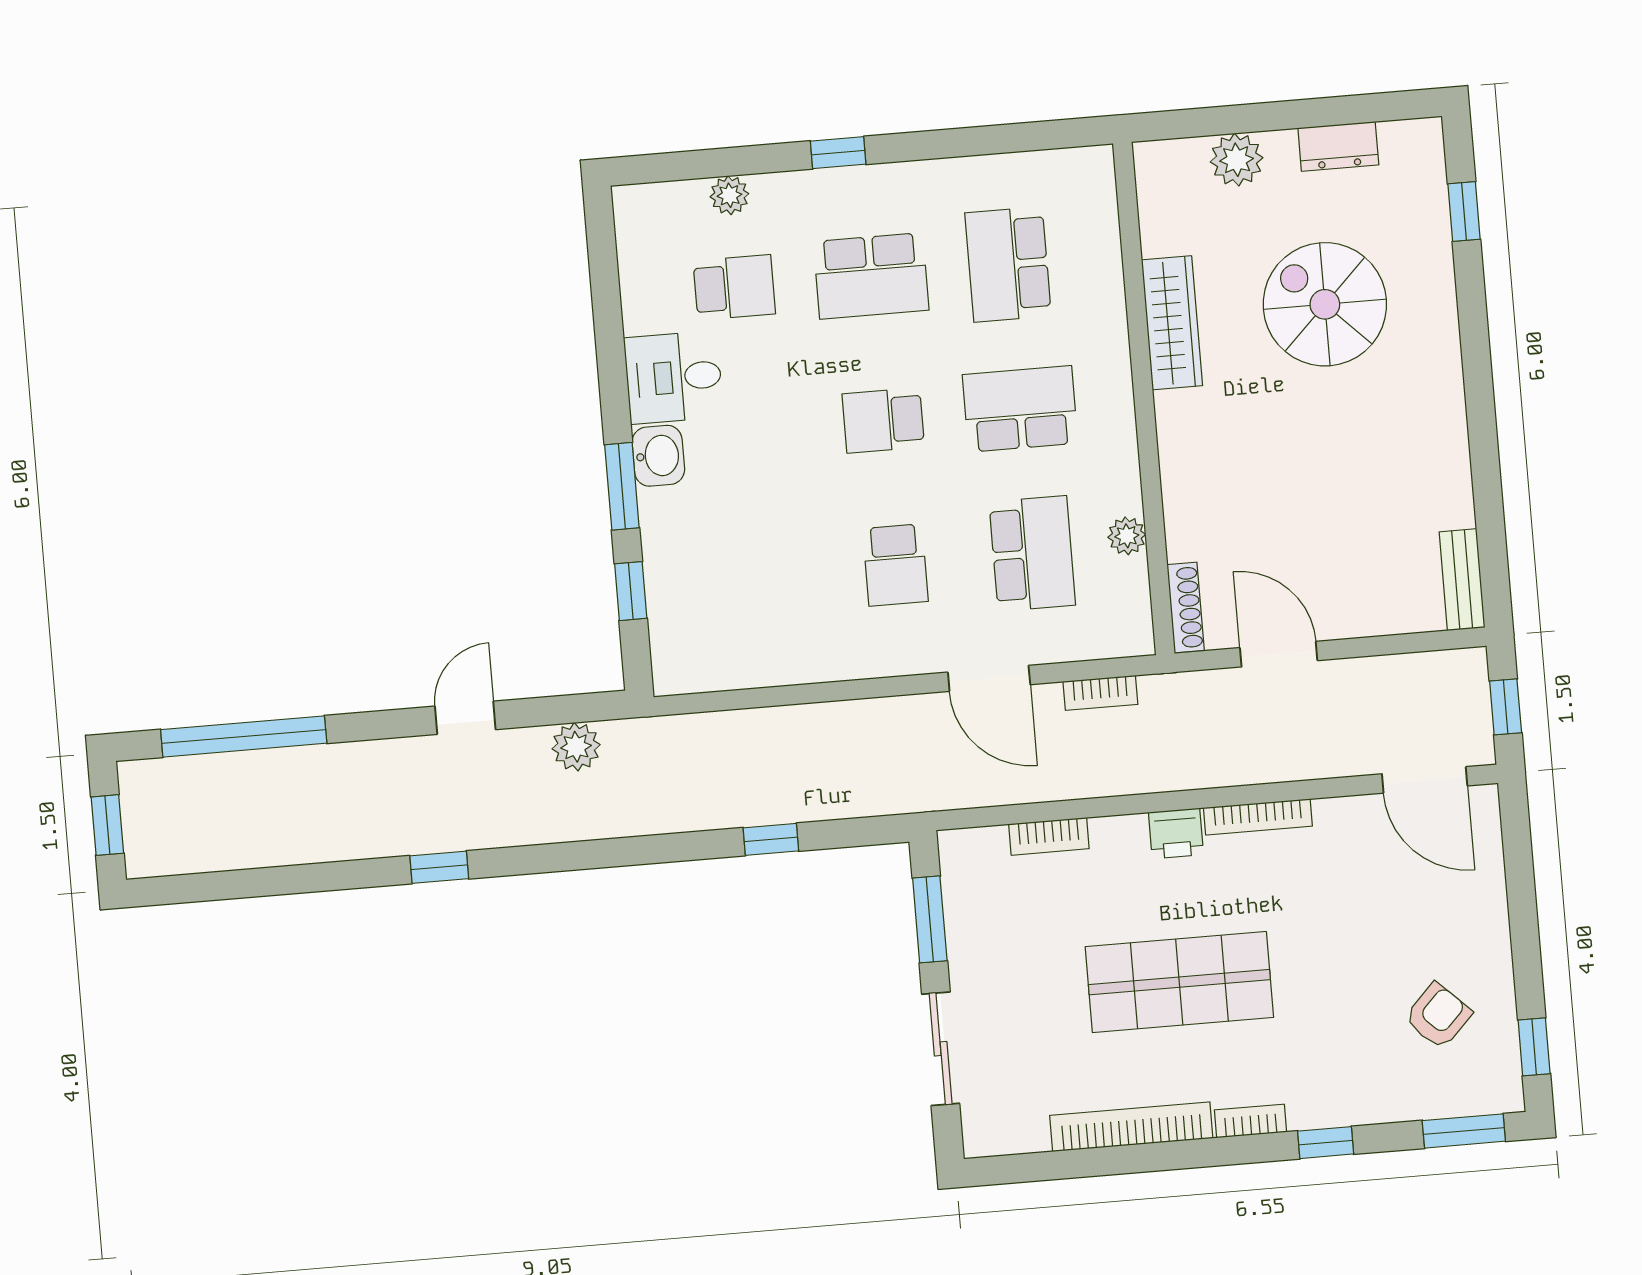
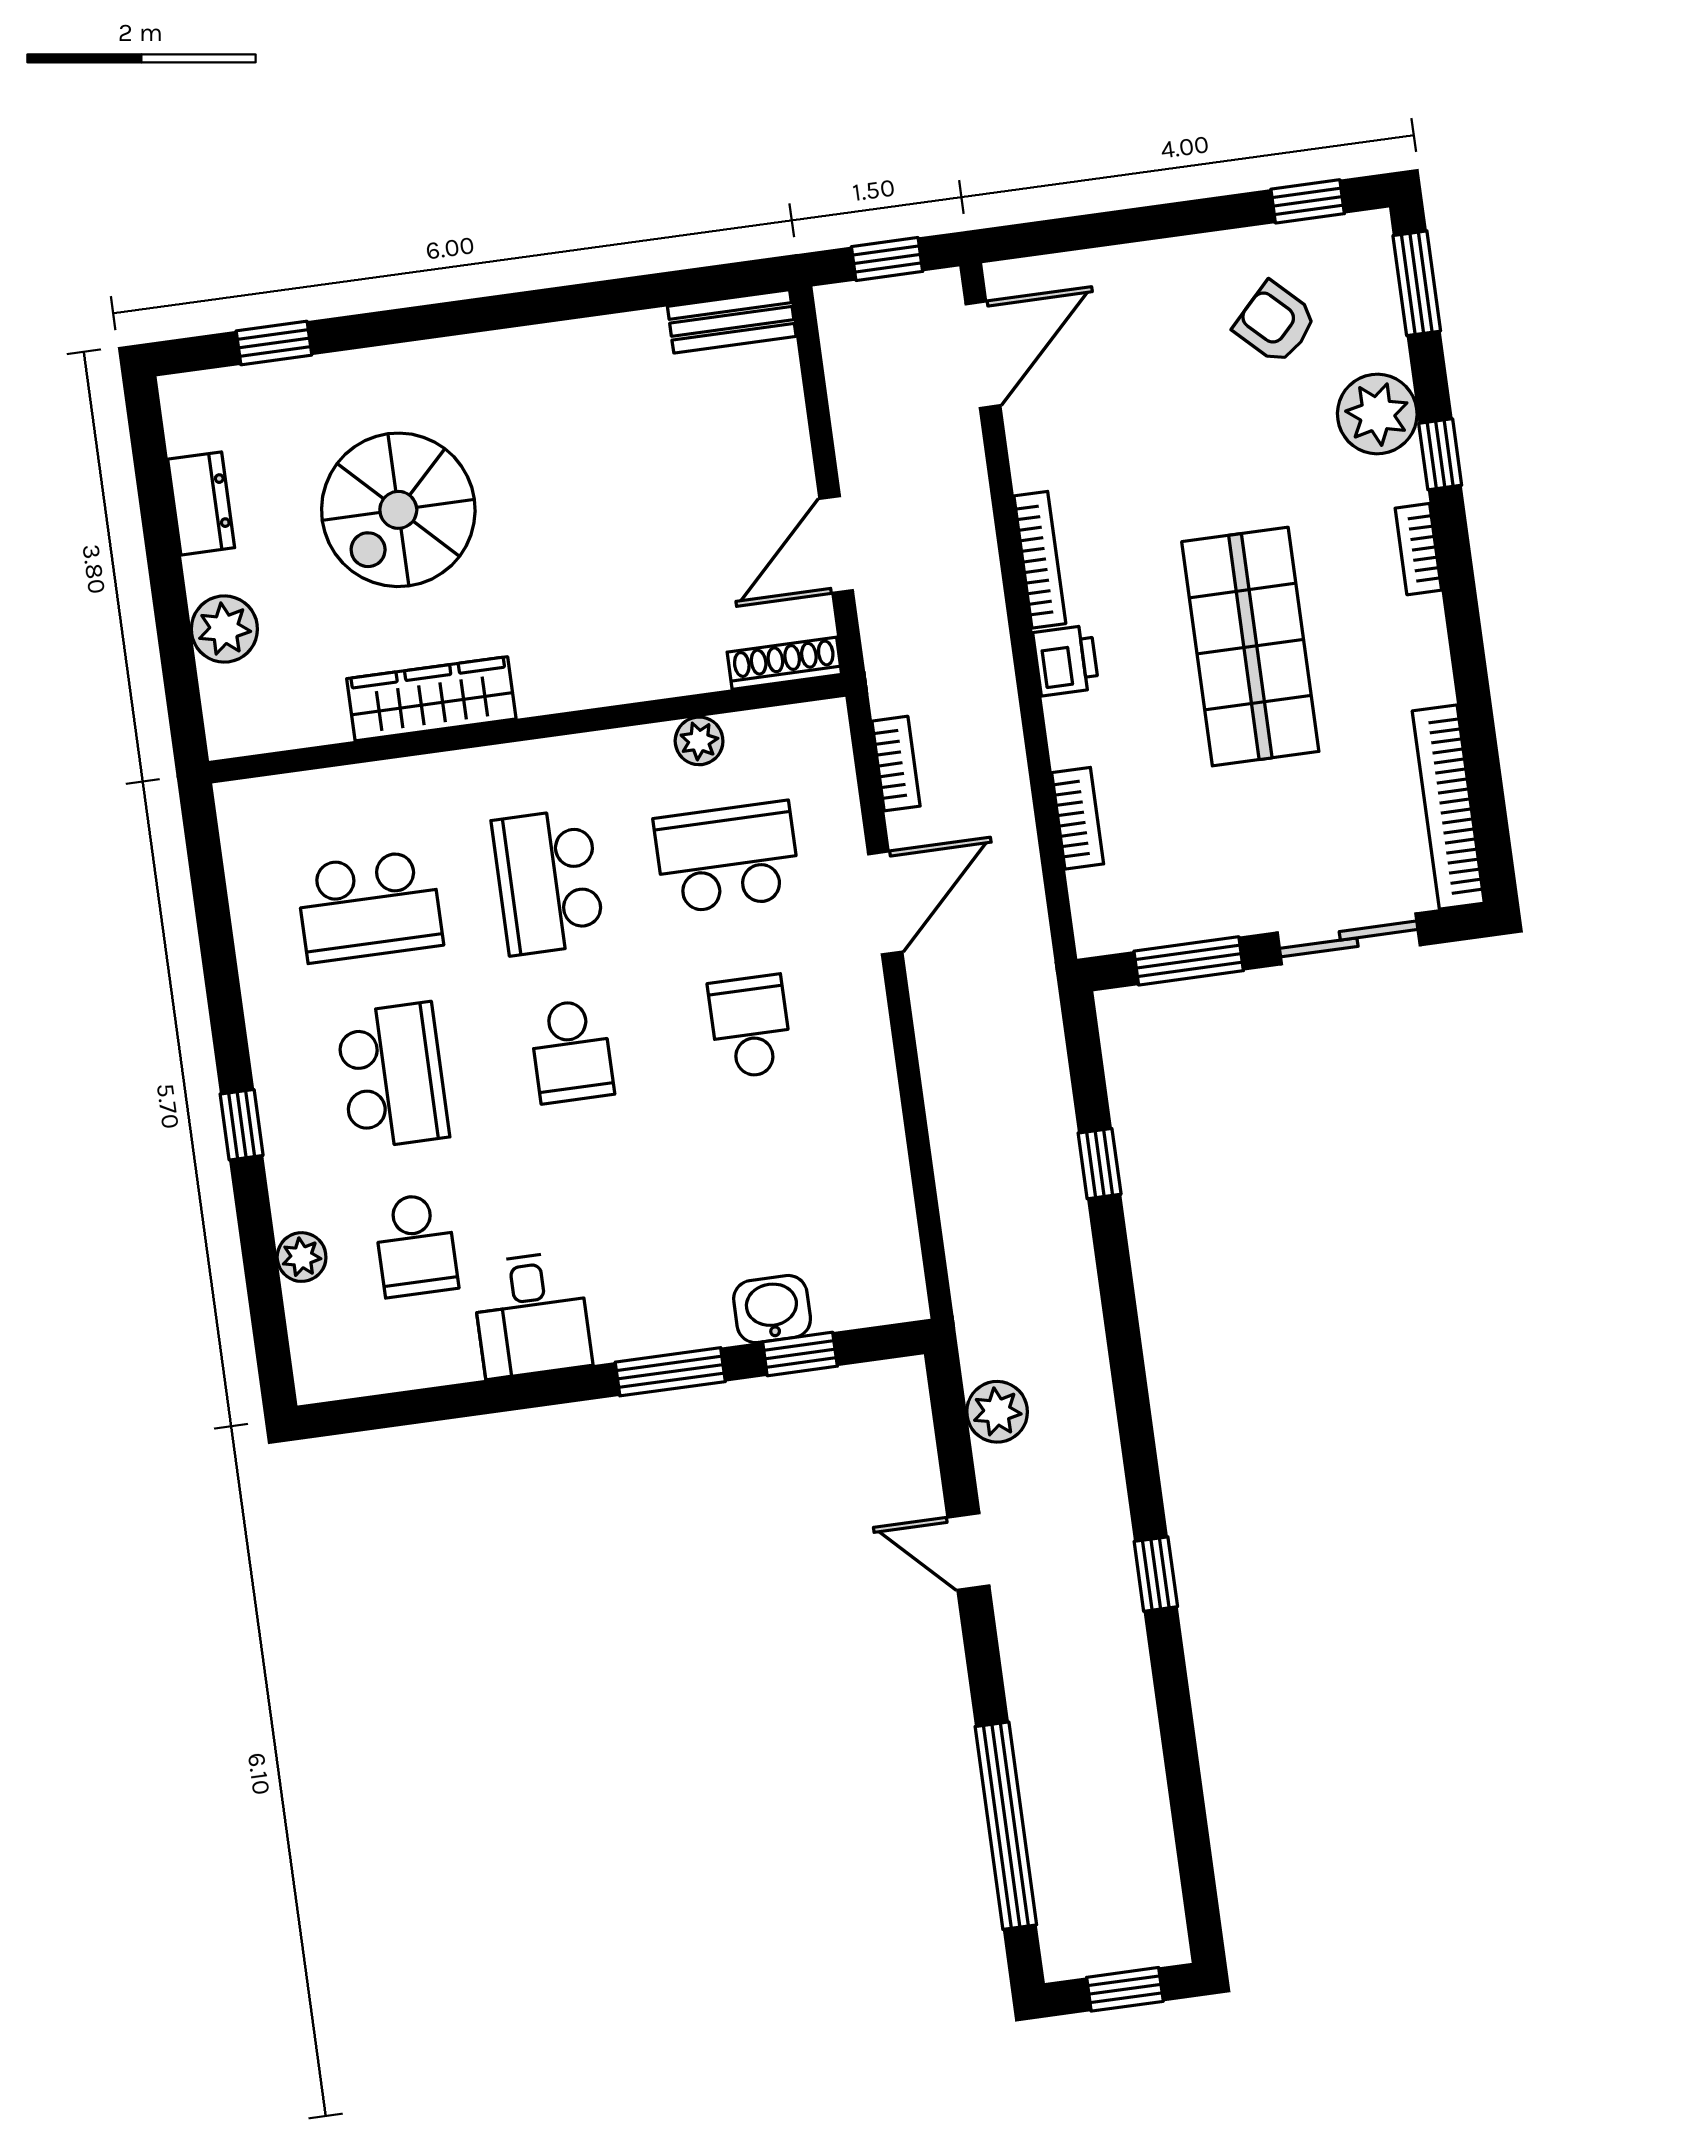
school desk: (734, 287) -> (416, 1245), turned 180
washbasin: (658, 456) -> (772, 1309), moved
school desk: (895, 565) -> (750, 1027), turned -90
plant: (1361, 1094) -> (1377, 414), added
bookcase: (1131, 1127) -> (1448, 807), moved

